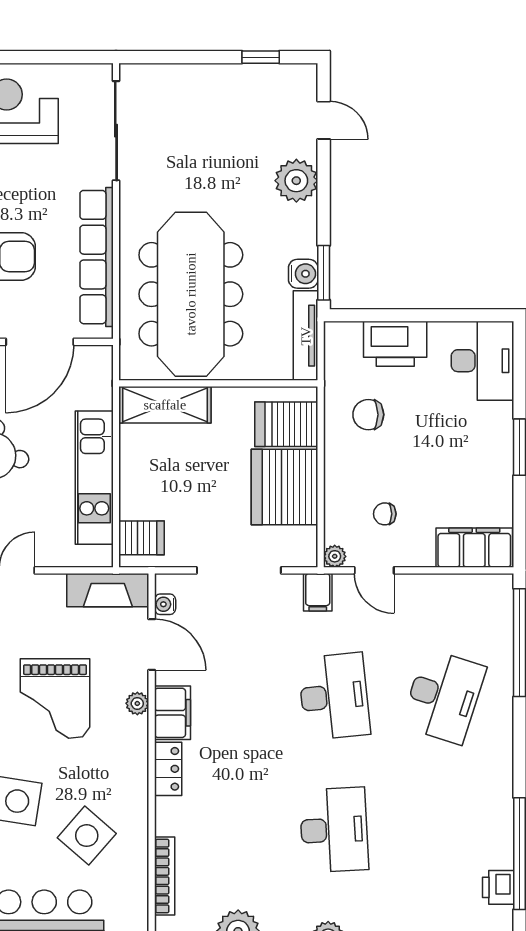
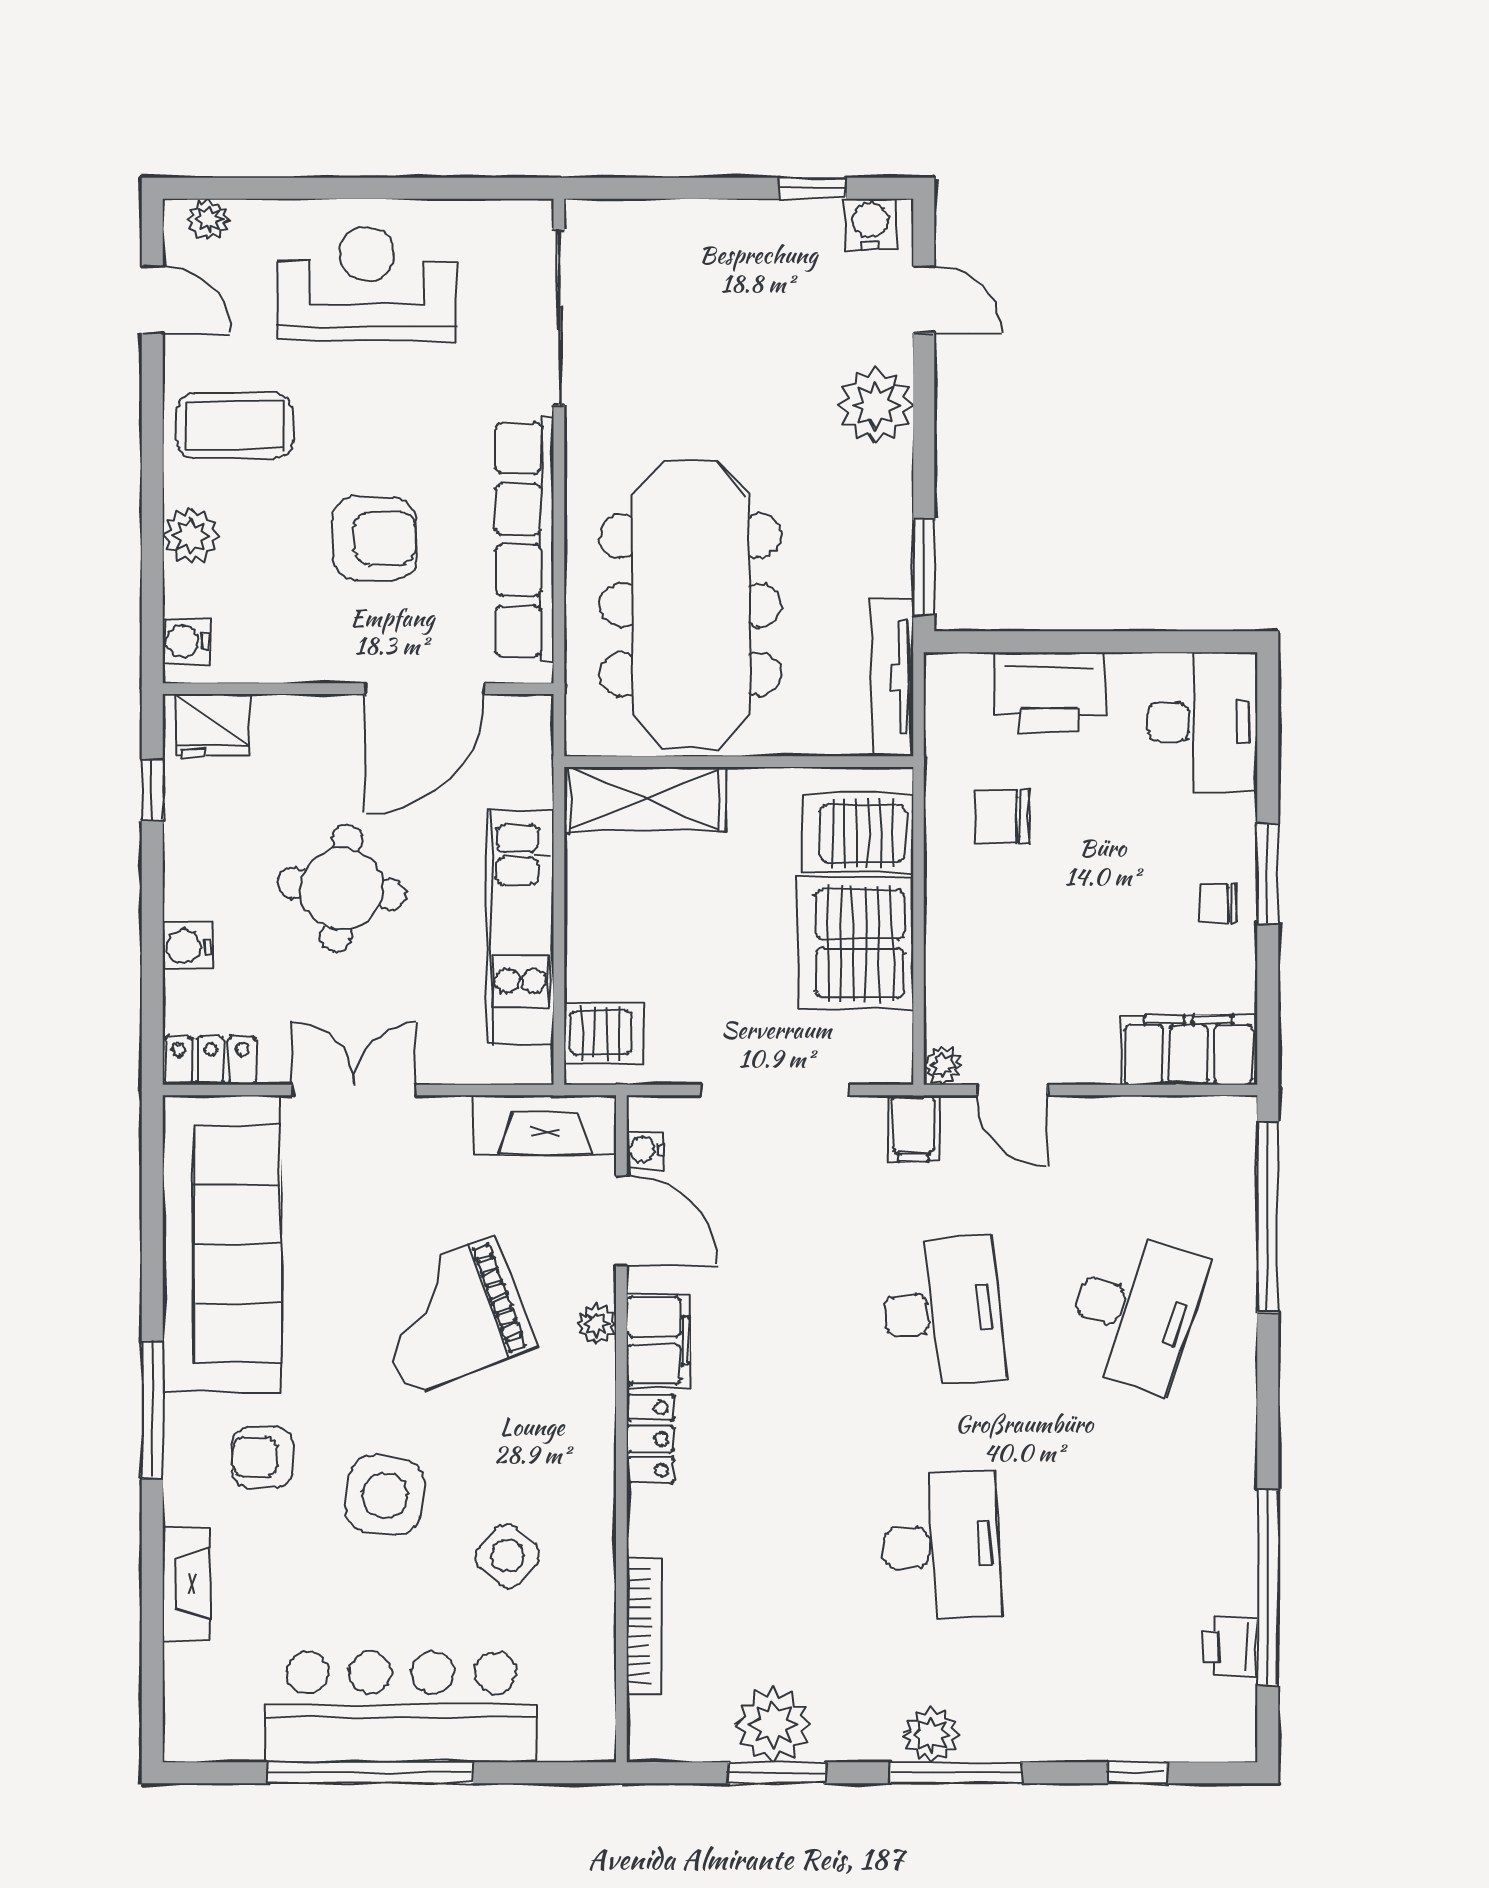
water cooler: (303, 274) -> (870, 224), moved, turned -90
chair: (385, 514) -> (1217, 903), moved
grand piano: (55, 698) -> (452, 1315), turned 70
side table: (87, 836) -> (507, 1556), width x0.73, depth x0.73

